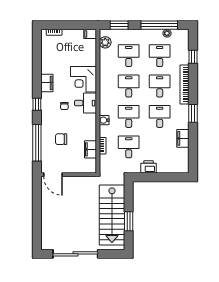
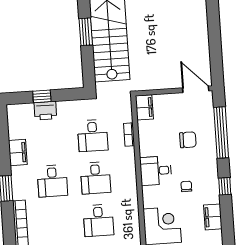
desk: (160, 86) -> (55, 223), removed
desk: (85, 103) -> (156, 171), moved
water cooler: (104, 120) -> (130, 170), removed
filing cabinet: (90, 149) -> (144, 107), moved
printer: (149, 167) -> (45, 111), moved
window: (163, 177) -> (42, 96), added

